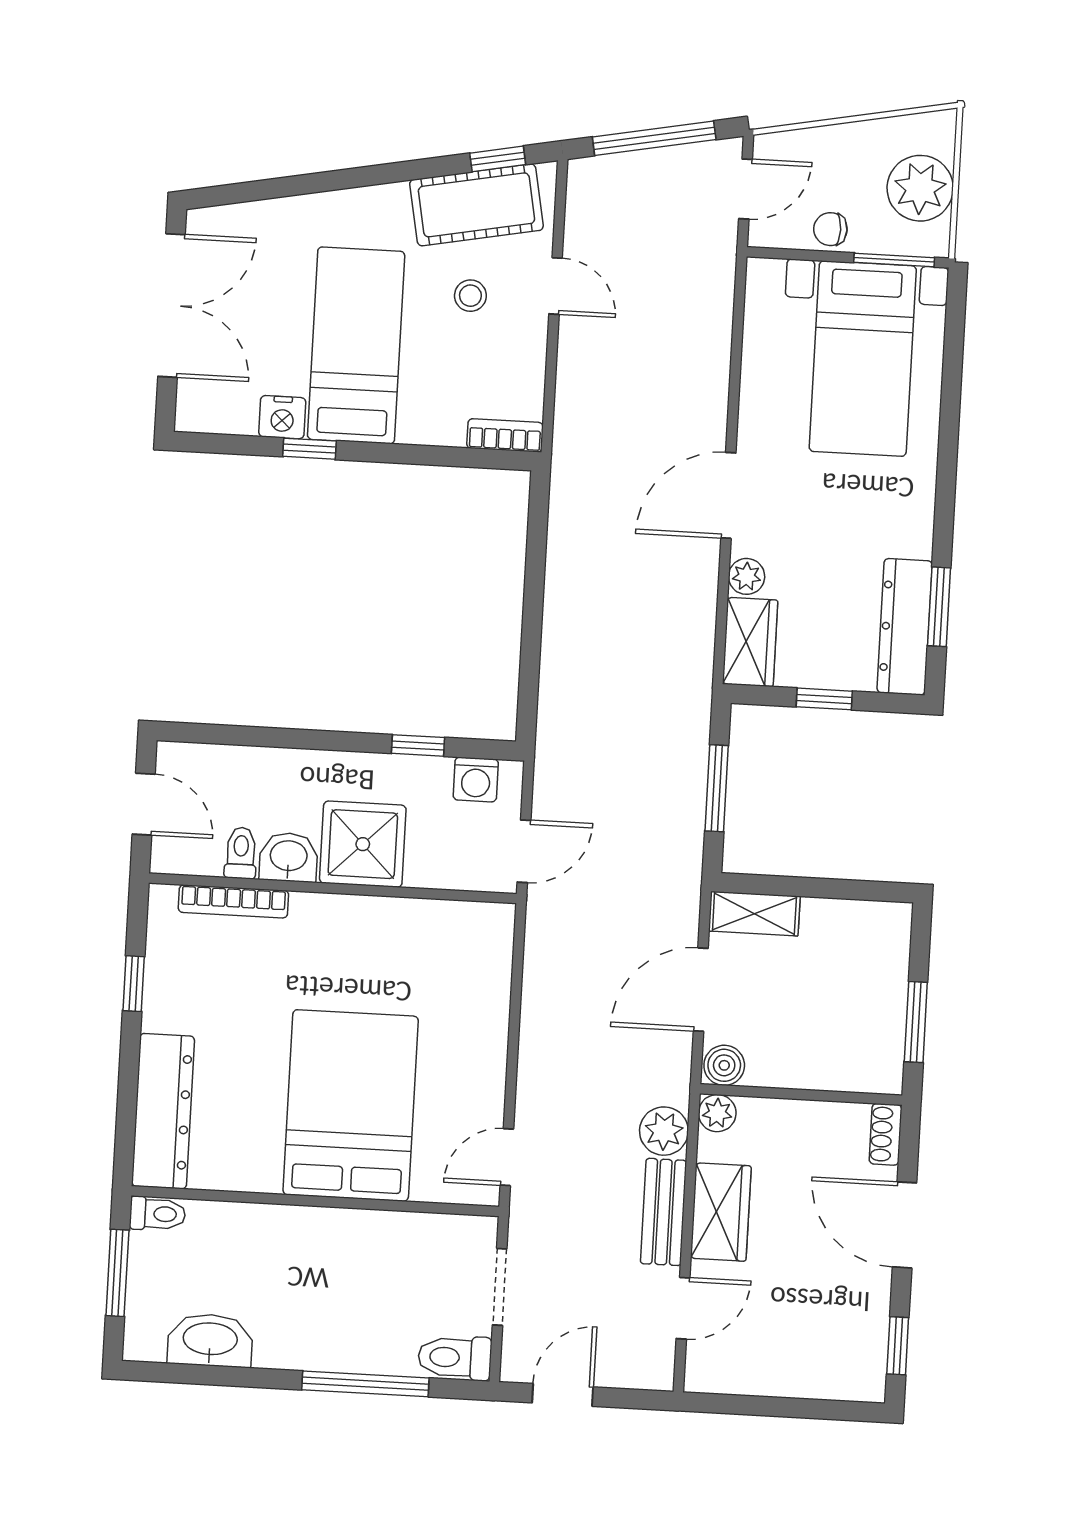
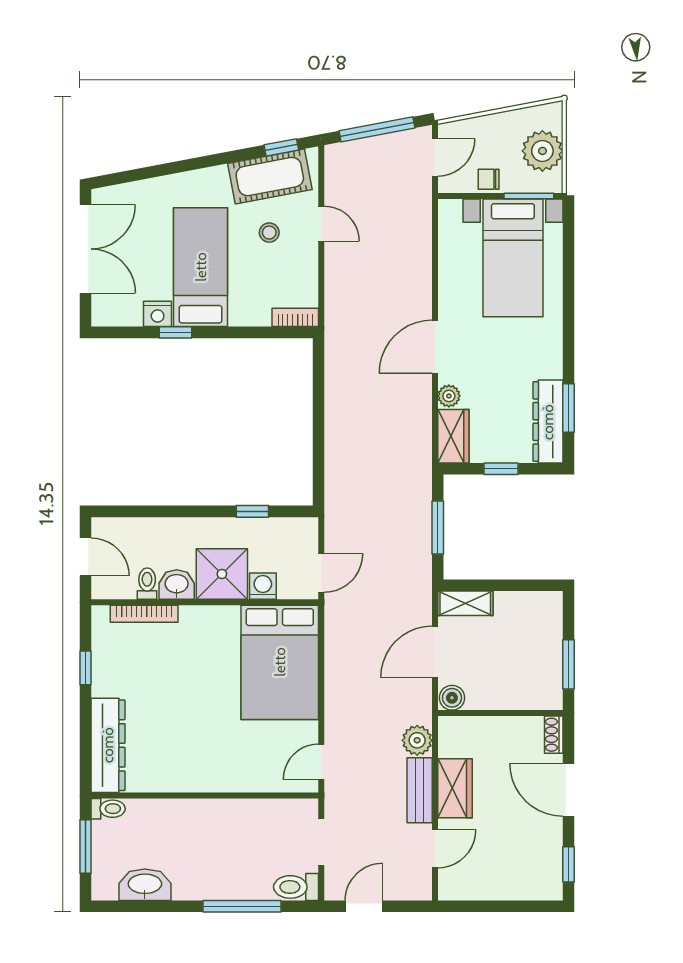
washing machine: (476, 780) -> (263, 586), moved, turned 180
bed: (351, 1105) -> (280, 662), moved, turned 180
plant: (717, 1113) -> (449, 727), removed

